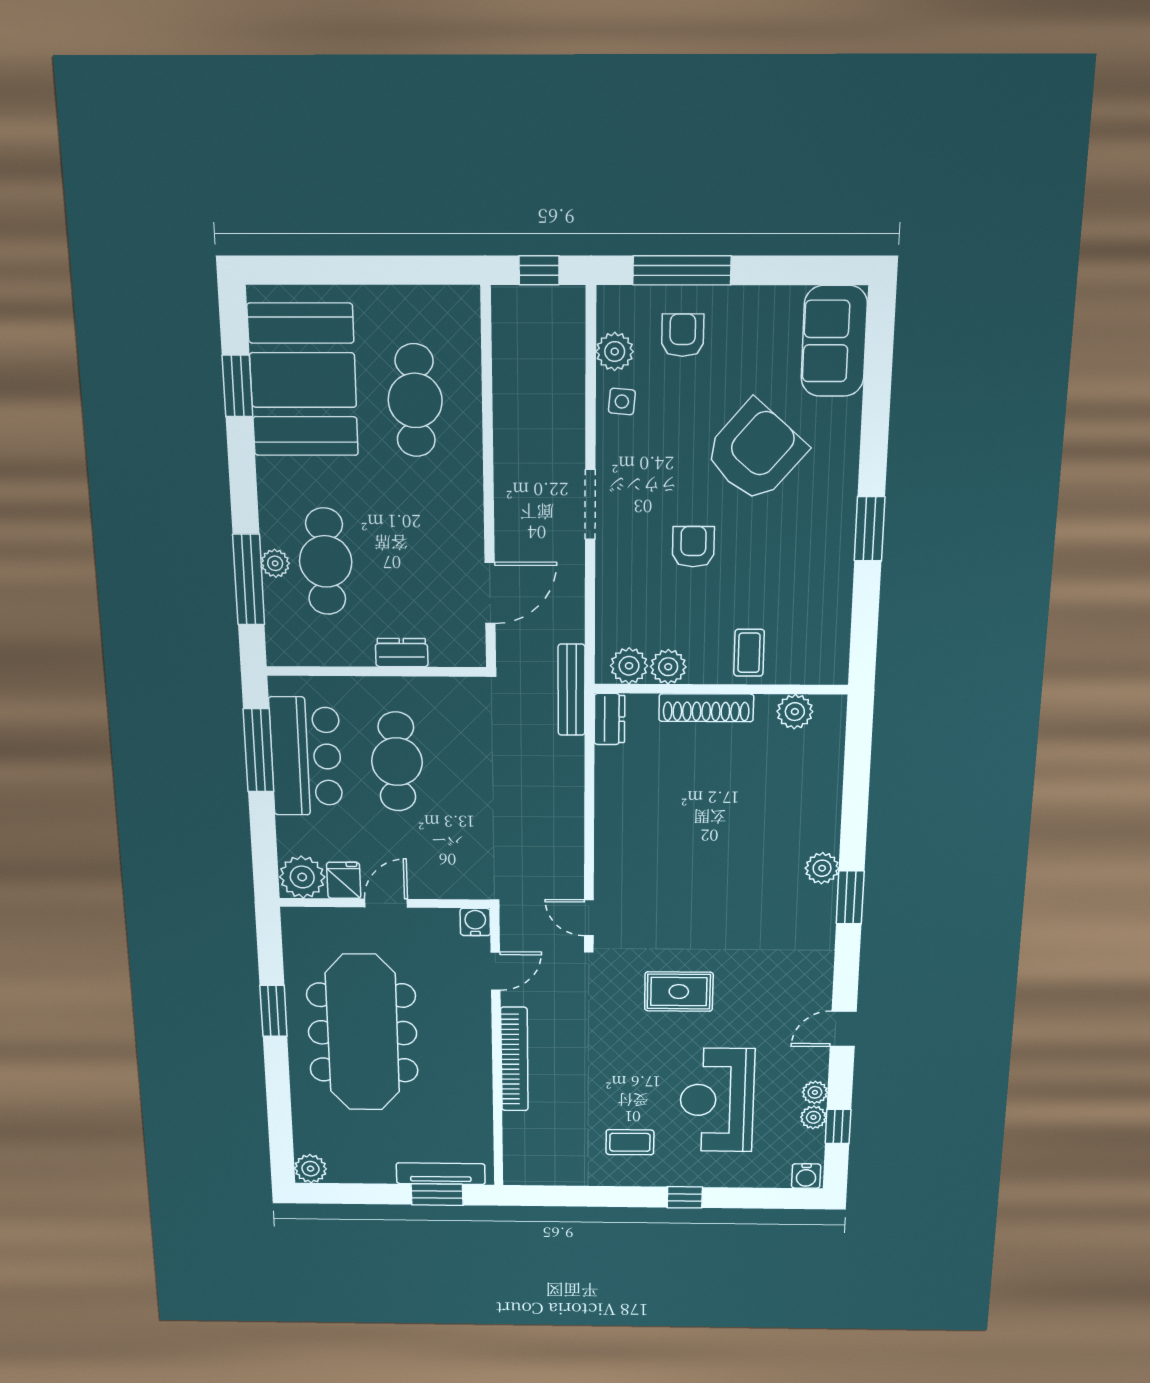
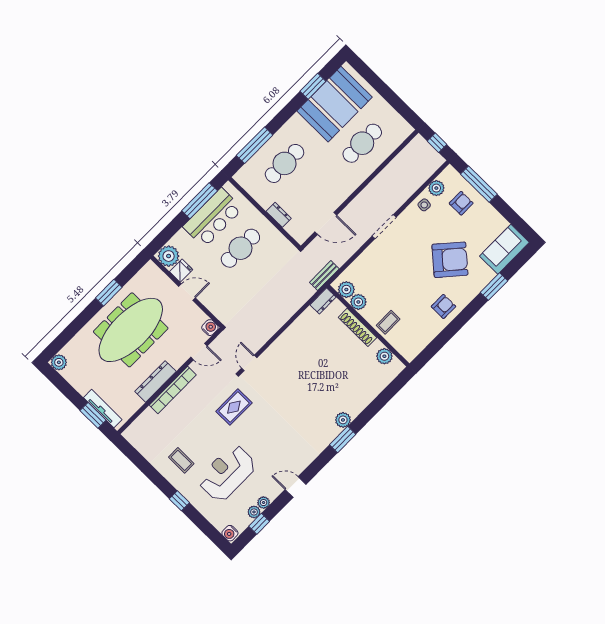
window: (870, 529) -> (494, 287), moved
armchair: (693, 547) -> (443, 306), moved
plant: (275, 563) -> (268, 149), removed
bench: (572, 690) -> (324, 276), width x0.73
rug: (679, 992) -> (234, 407), moved, turned 90
dresser: (476, 1070) -> (155, 381), added

